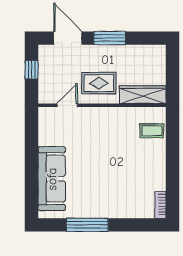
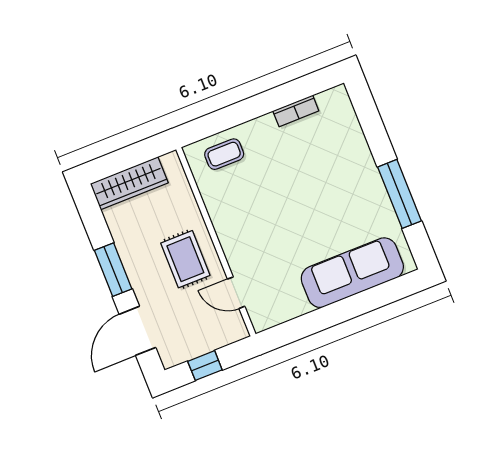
wardrobe: (143, 95) -> (129, 183), moved, turned -90
coffee table: (152, 131) -> (224, 154), turned 90
bookcase: (161, 205) -> (296, 111), moved

